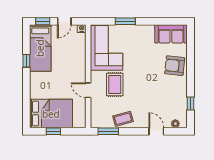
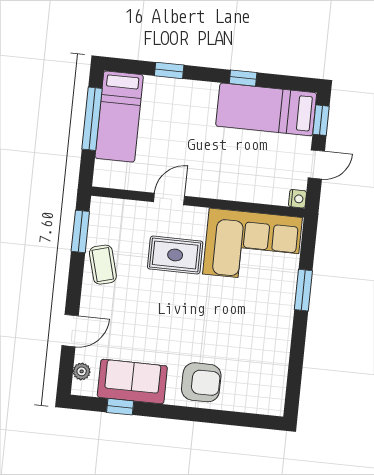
door: (64, 21) -> (316, 164), swing flipped
sofa: (171, 34) -> (132, 382), moved, turned 90
armchair: (175, 66) -> (201, 382), turned 84
window: (26, 97) -> (169, 70), added
bed: (51, 114) -> (119, 117), width x0.67
window: (53, 131) -> (92, 119), width x2.17

